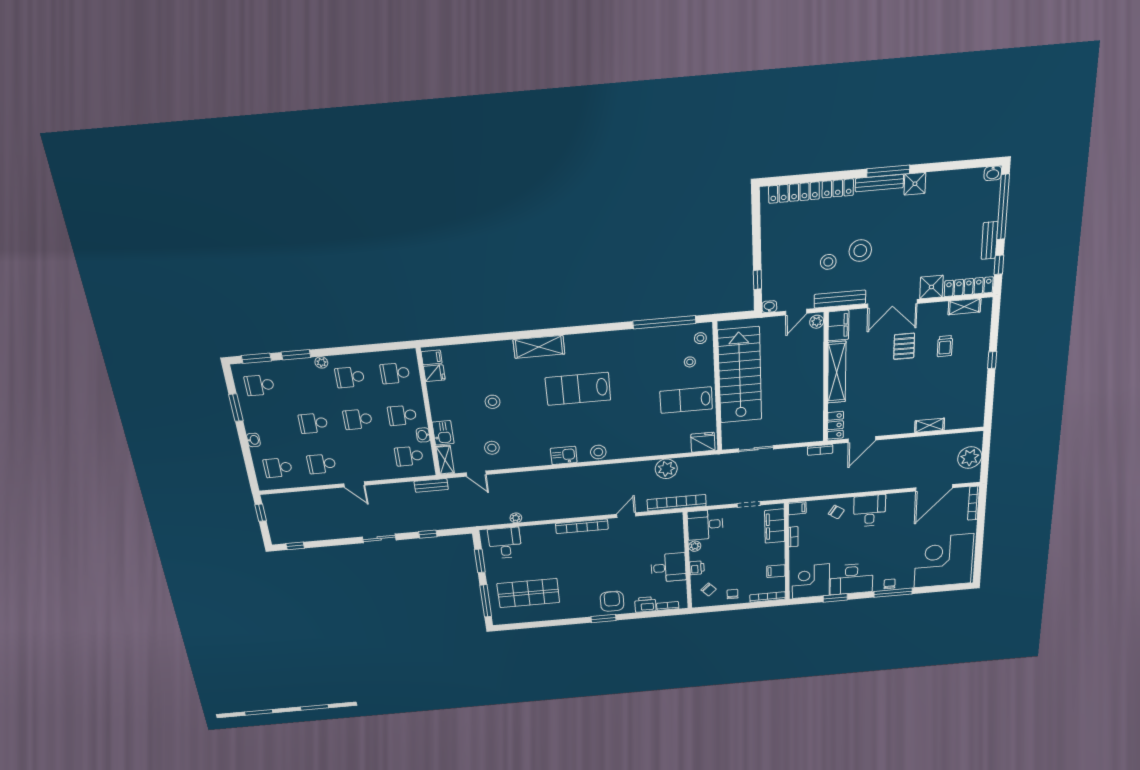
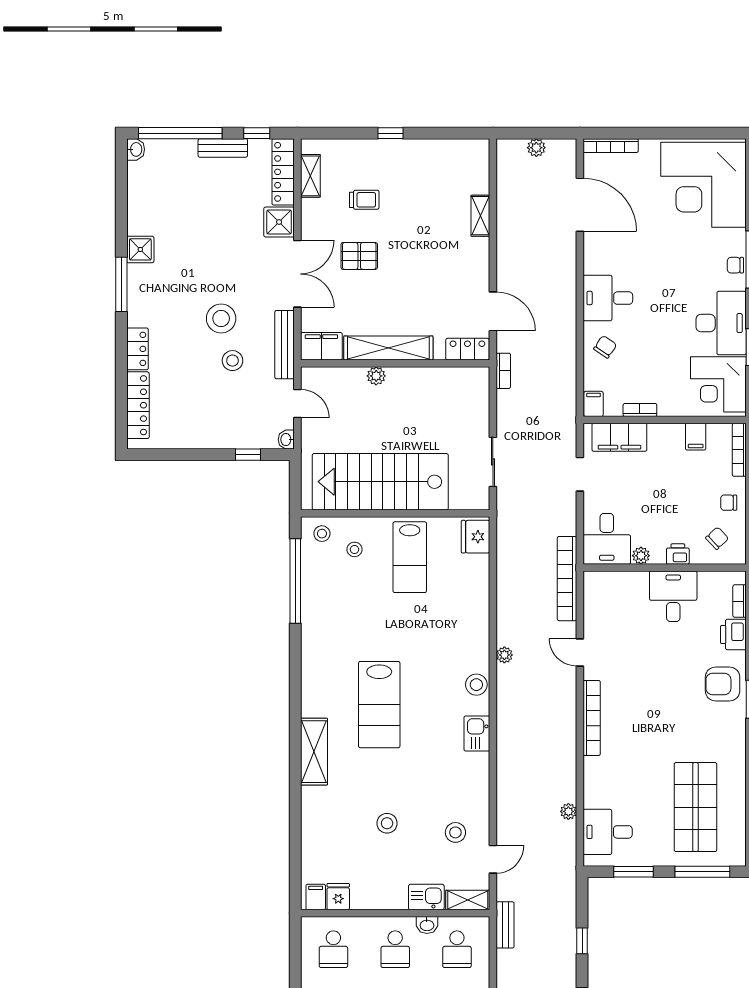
bench: (879, 183) -> (135, 295), removed
plant: (817, 322) -> (376, 376), moved
plant: (970, 458) -> (536, 148), width x0.53, depth x0.53
plant: (666, 469) -> (504, 655), moved, width x0.53, depth x0.53

